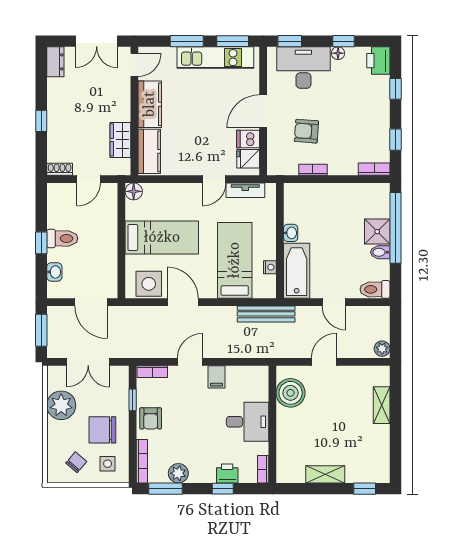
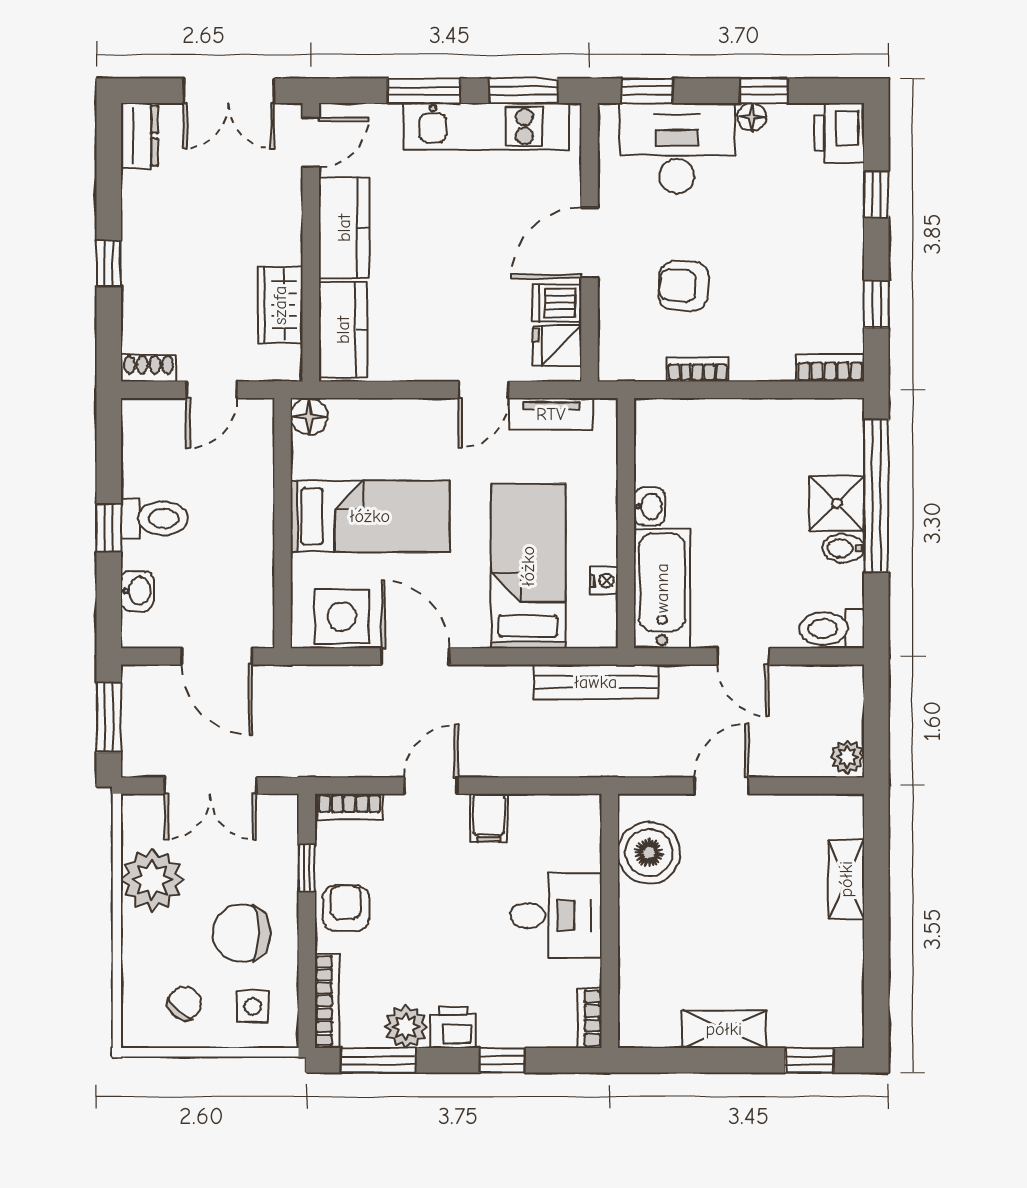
armchair: (151, 418) -> (346, 908), turned 180
printer: (227, 473) -> (453, 1027), moved

